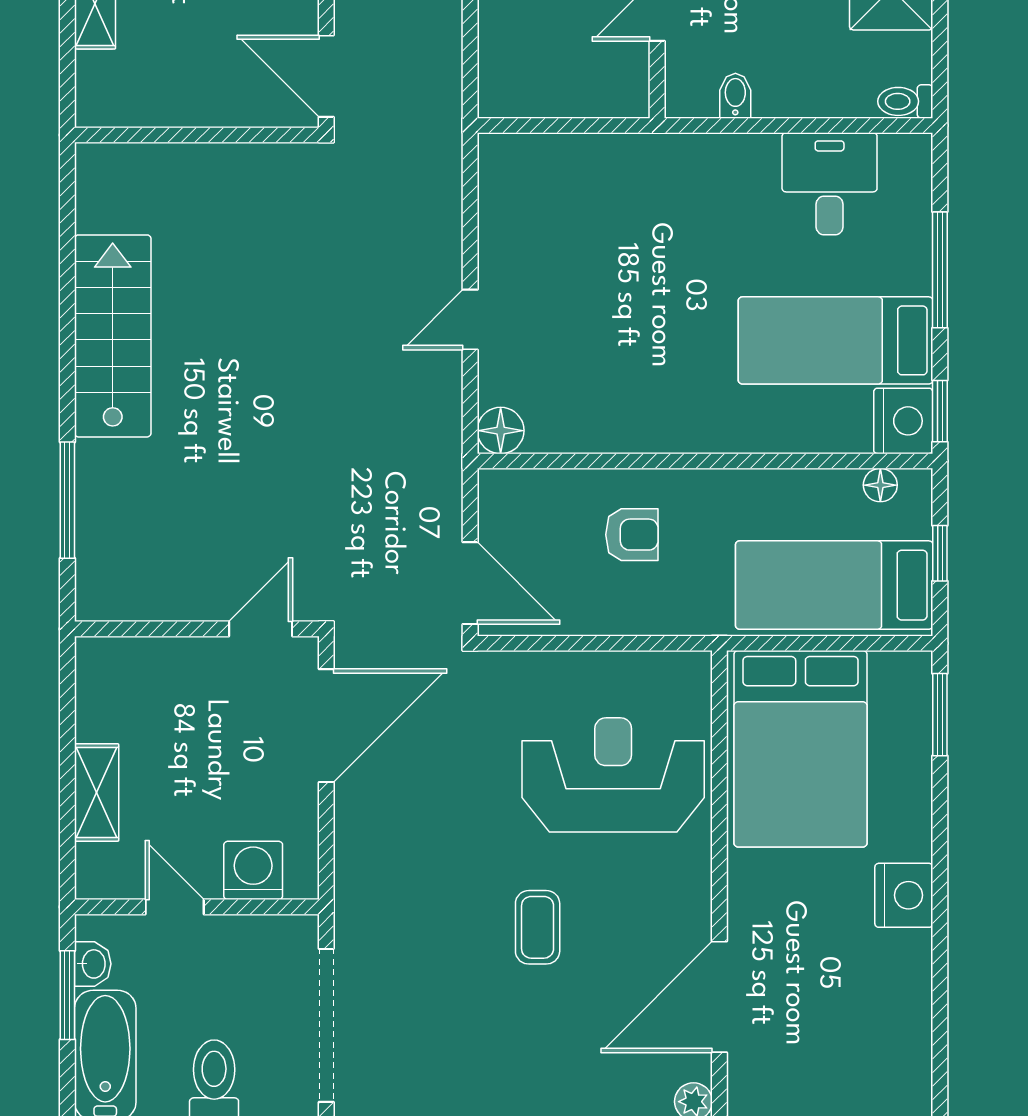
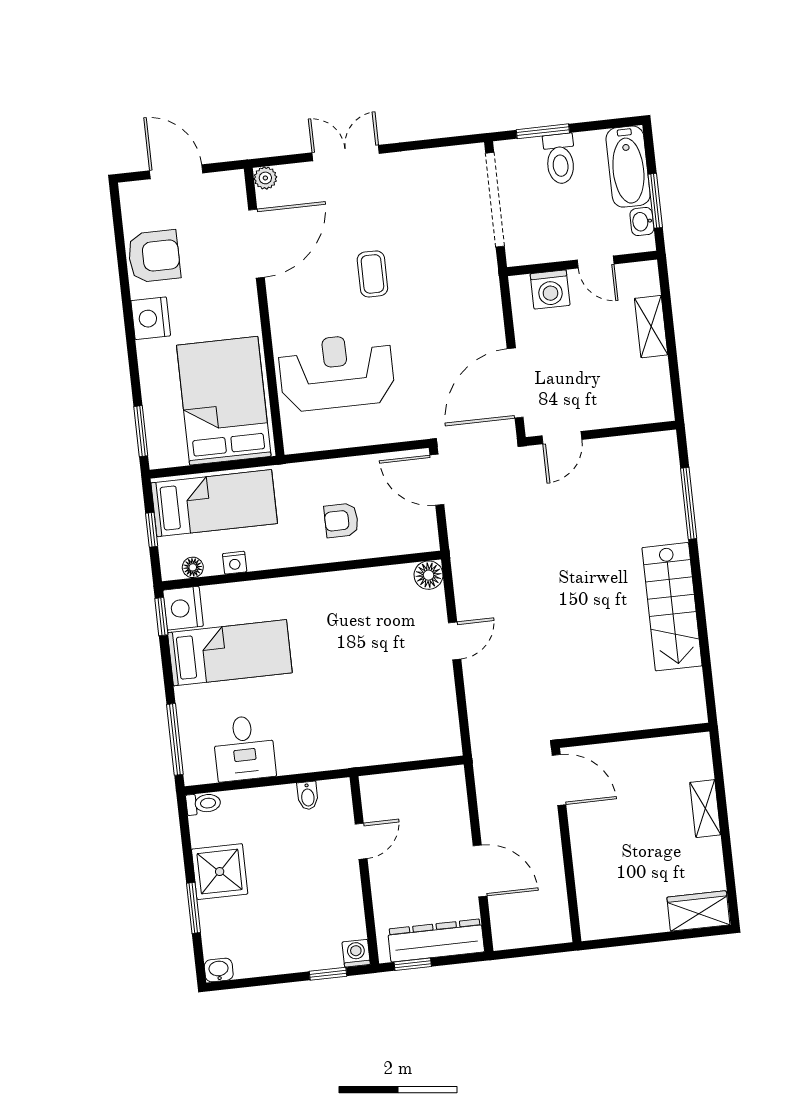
window: (940, 270) -> (175, 739), moved
nightstand: (812, 485) -> (235, 563), added
reception desk: (613, 775) -> (336, 372), turned 180
armchair: (887, 995) -> (154, 256), added

